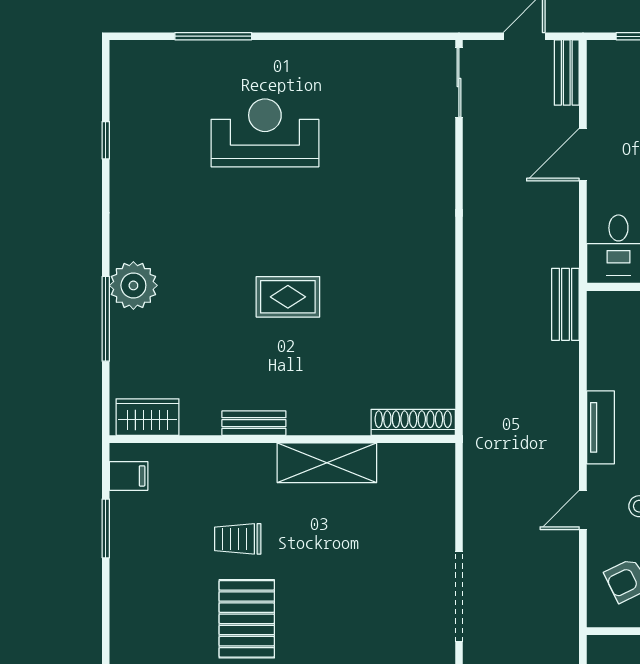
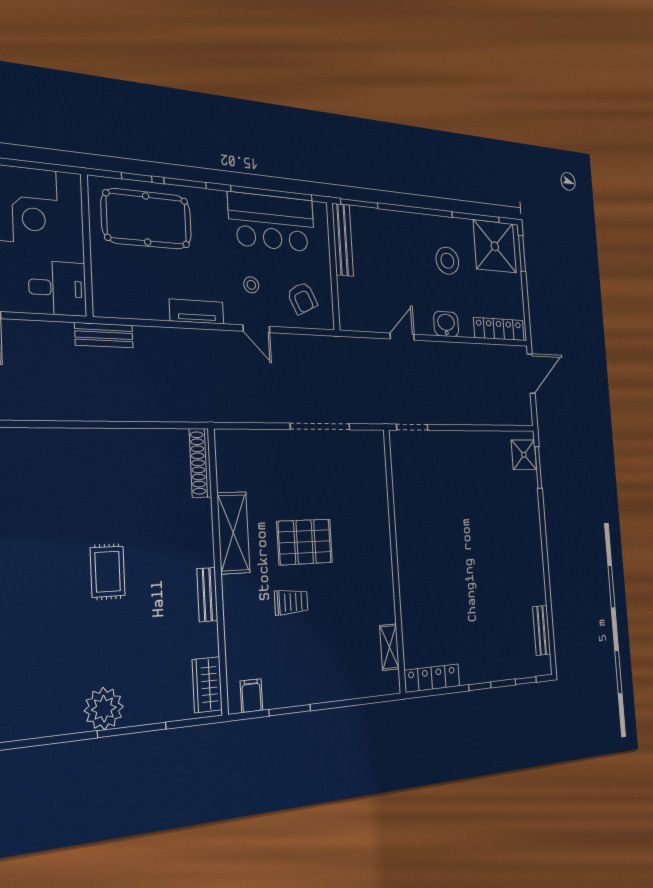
trolley: (238, 539) -> (291, 602), turned -90
pallet: (247, 619) -> (305, 542), moved

